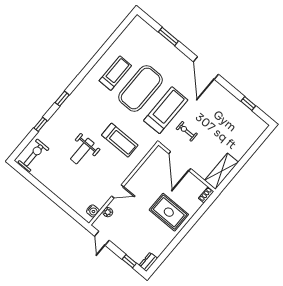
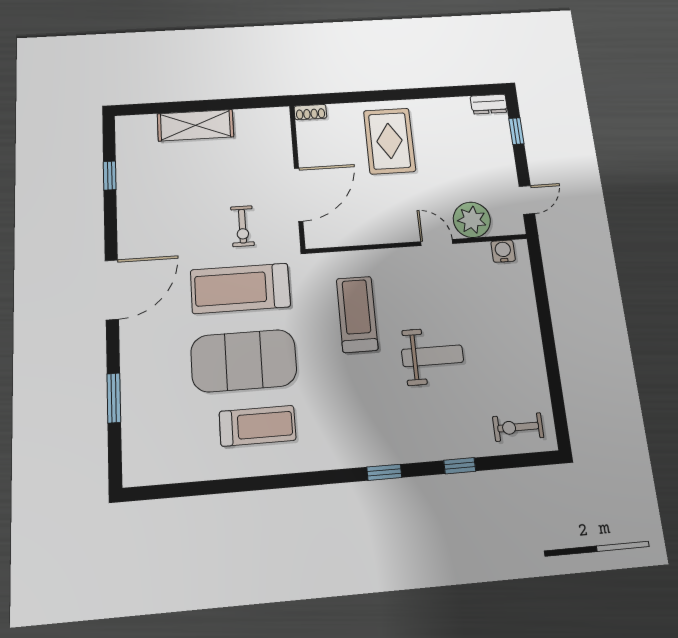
treadmill: (115, 73) -> (258, 426), turned 180
exercise bike: (33, 155) -> (518, 427), width x0.73, depth x0.72
shelving: (221, 171) -> (195, 125), moved
plant: (108, 212) -> (472, 220), width x1.87, depth x1.87

